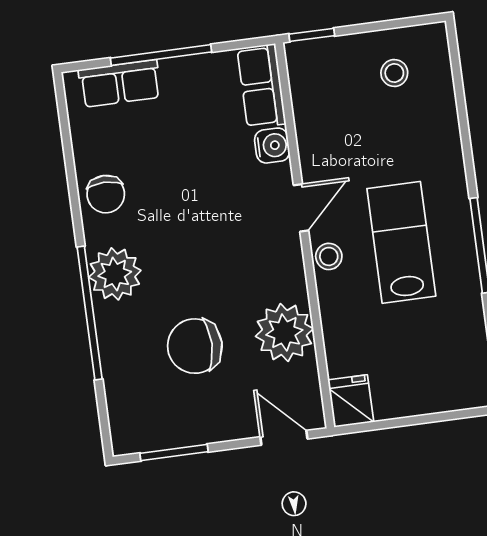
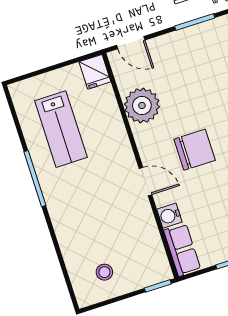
door: (301, 208) -> (145, 182), swing flipped
lab bench: (401, 242) -> (61, 129), moved
stool: (329, 256) -> (124, 156), removed
chair: (195, 346) -> (195, 150), moved

